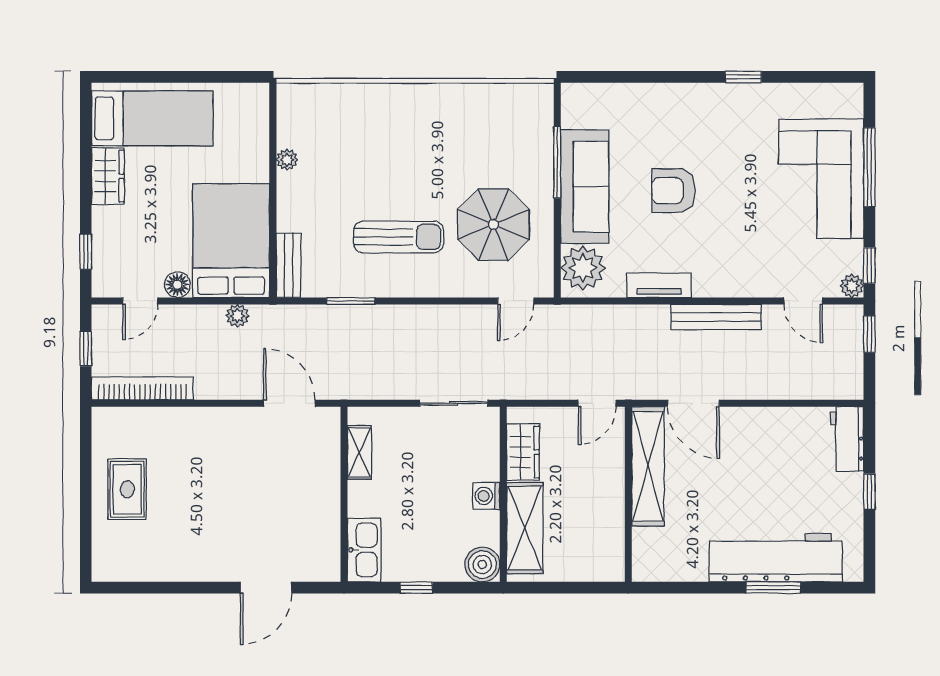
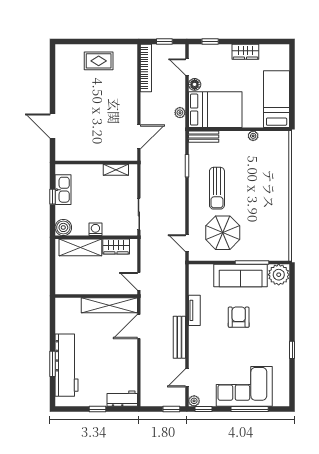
bed: (152, 118) -> (277, 99), moved, turned 180
plant: (583, 268) -> (279, 275), moved
kitchen sink: (364, 550) -> (63, 190), moved, turned -90

